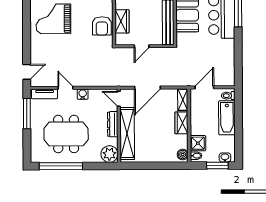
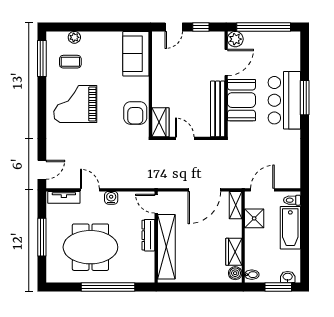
wardrobe: (122, 21) -> (160, 122), moved
door: (142, 46) -> (185, 138), swing flipped
door: (147, 88) -> (204, 190), moved
window: (27, 114) -> (42, 237), moved
wardrobe: (181, 123) -> (234, 252), moved
shower: (198, 143) -> (254, 218), moved
plant: (109, 154) -> (144, 272), removed
window: (61, 166) -> (108, 287), moved

